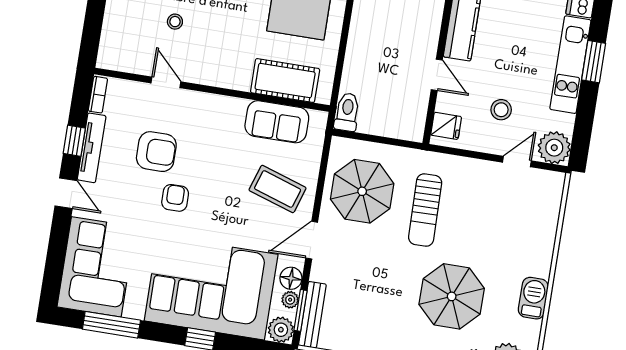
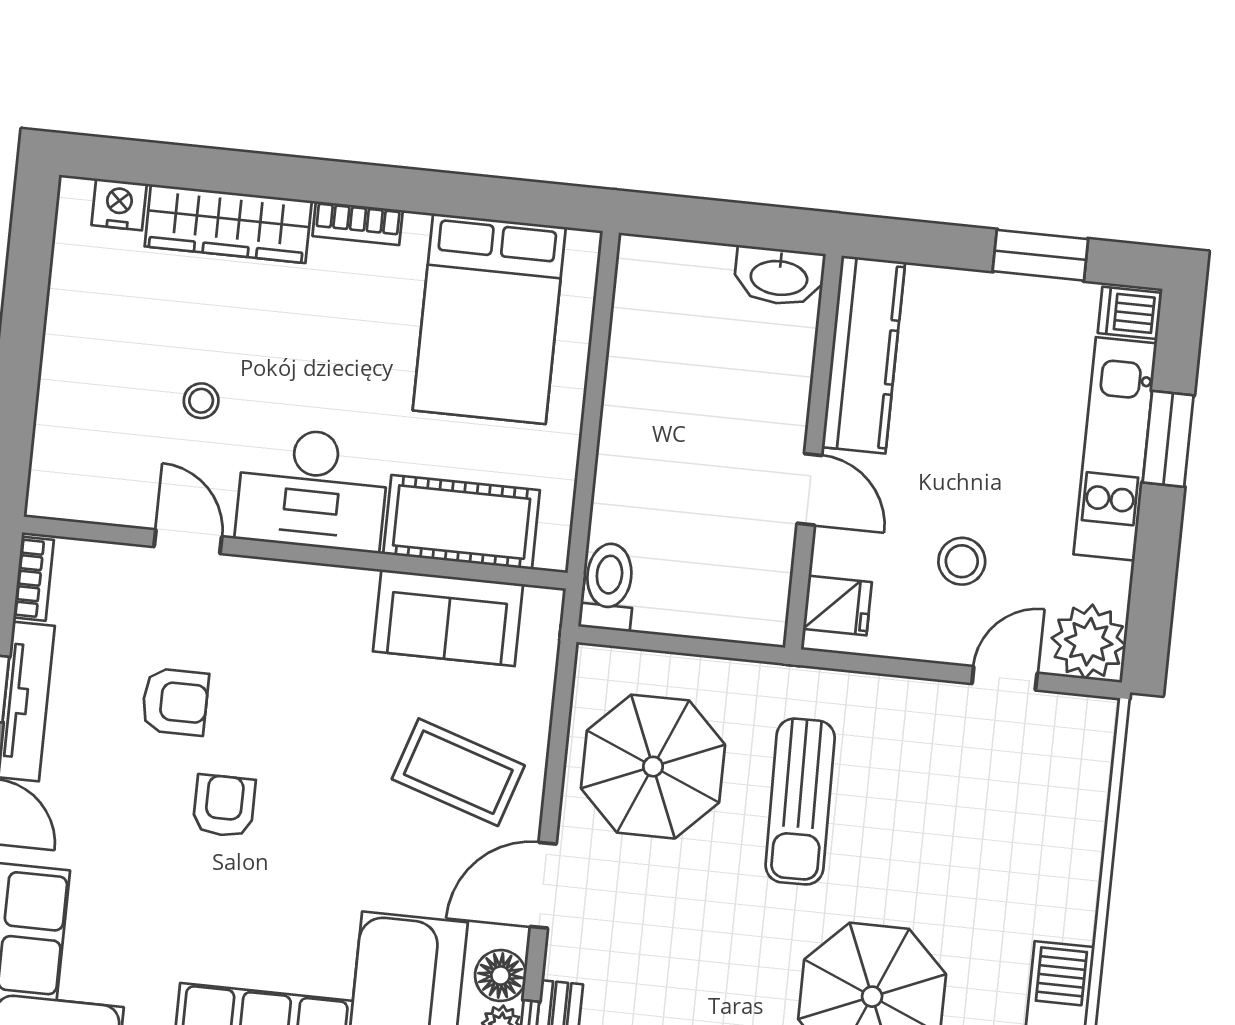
desk: (221, 63) -> (312, 489), added
armchair: (156, 152) -> (175, 702), width x0.72, depth x0.72

